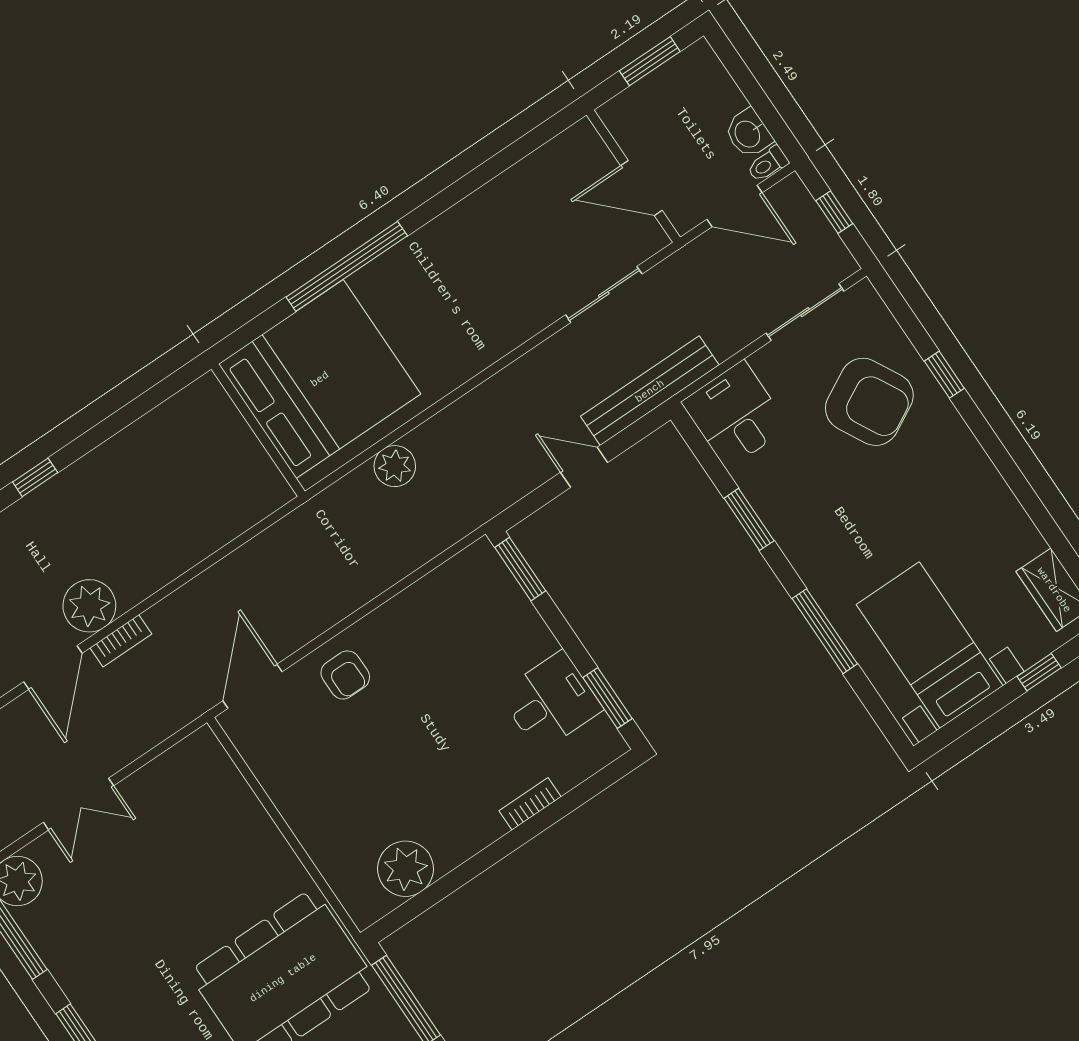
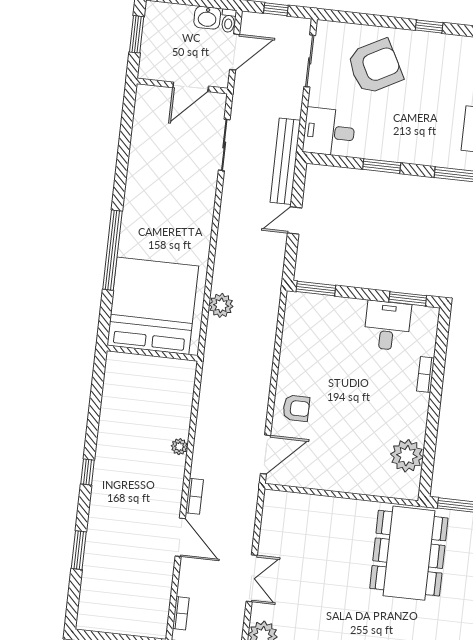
window: (944, 375) -> (429, 26), moved
plant: (89, 606) -> (179, 447), moved, width x0.53, depth x0.53
door: (252, 686) -> (266, 454), swing flipped

